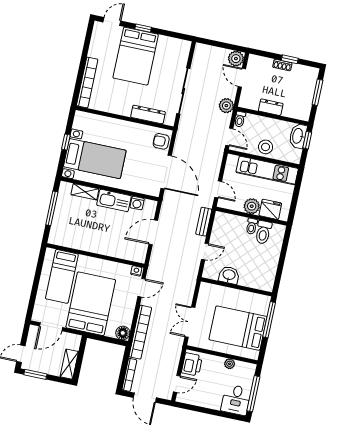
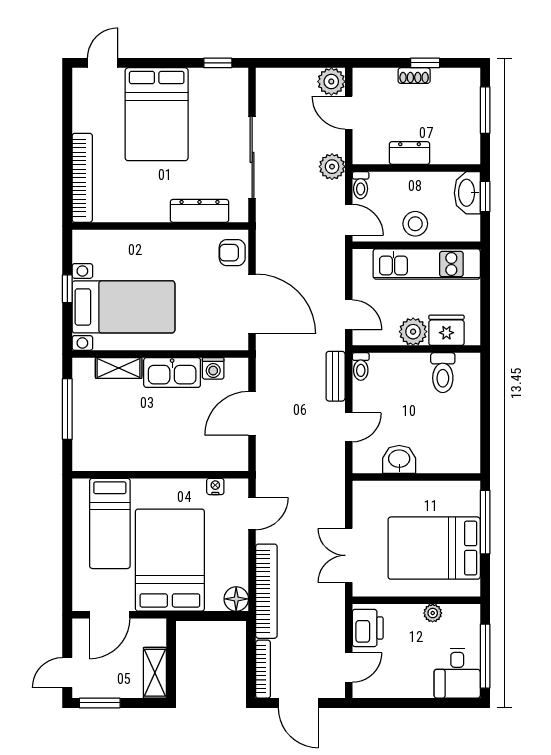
window: (143, 28) -> (218, 63), moved
toilet: (252, 226) -> (361, 367), moved
nightstand: (136, 271) -> (215, 486), moved

